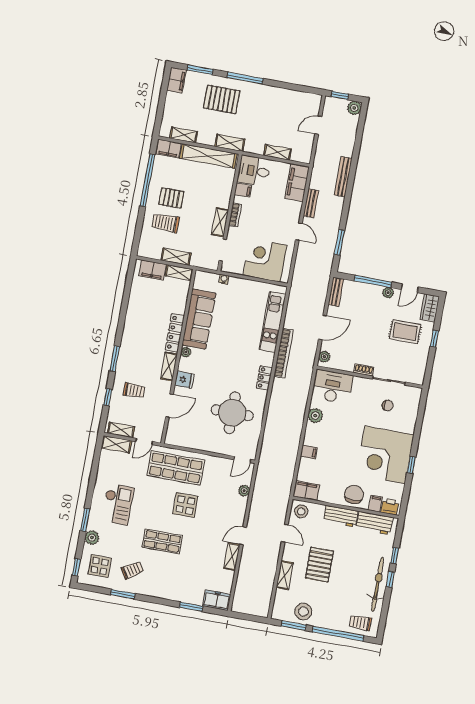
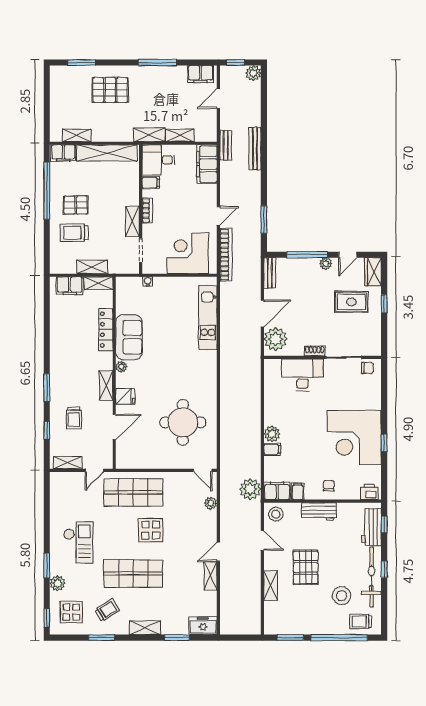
window: (245, 78) -> (158, 63), moved
filing cabinet: (177, 80) -> (200, 74), moved, turned 90
shelving: (230, 143) -> (149, 135), moved
bench: (311, 203) -> (226, 145), moved
door: (299, 231) -> (218, 216), hinge flipped
sofa: (199, 319) -> (129, 337), width x0.73
locker: (175, 333) -> (106, 330), moved
bookcase: (284, 353) -> (226, 255), moved
plant: (324, 357) -> (276, 339), width x1.87, depth x1.87
locker: (264, 378) -> (210, 379), removed
desk: (332, 387) -> (302, 375), moved
trolley: (134, 391) -> (74, 418), turned 90
chair: (388, 406) -> (368, 368), moved
plant: (315, 416) -> (272, 434), moved
shelving: (116, 444) -> (145, 628), moved
door: (242, 459) -> (203, 470), hinge flipped
plant: (282, 484) -> (250, 489), added
chair: (354, 494) -> (329, 486), width x0.54, depth x0.54
filing cabinet: (375, 504) -> (298, 491), moved
workbench: (374, 523) -> (372, 527), moved, turned 90
shop shelf: (162, 541) -> (133, 574), width x1.43, depth x1.36
window: (395, 556) -> (384, 524), moved
stool: (303, 611) -> (342, 596), moved

